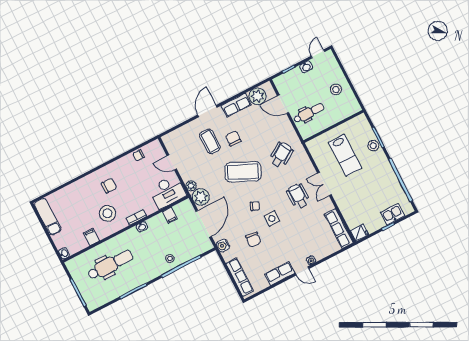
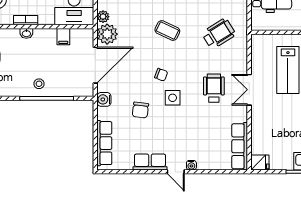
coffee table: (243, 172) -> (167, 30), width x0.54, depth x0.58

